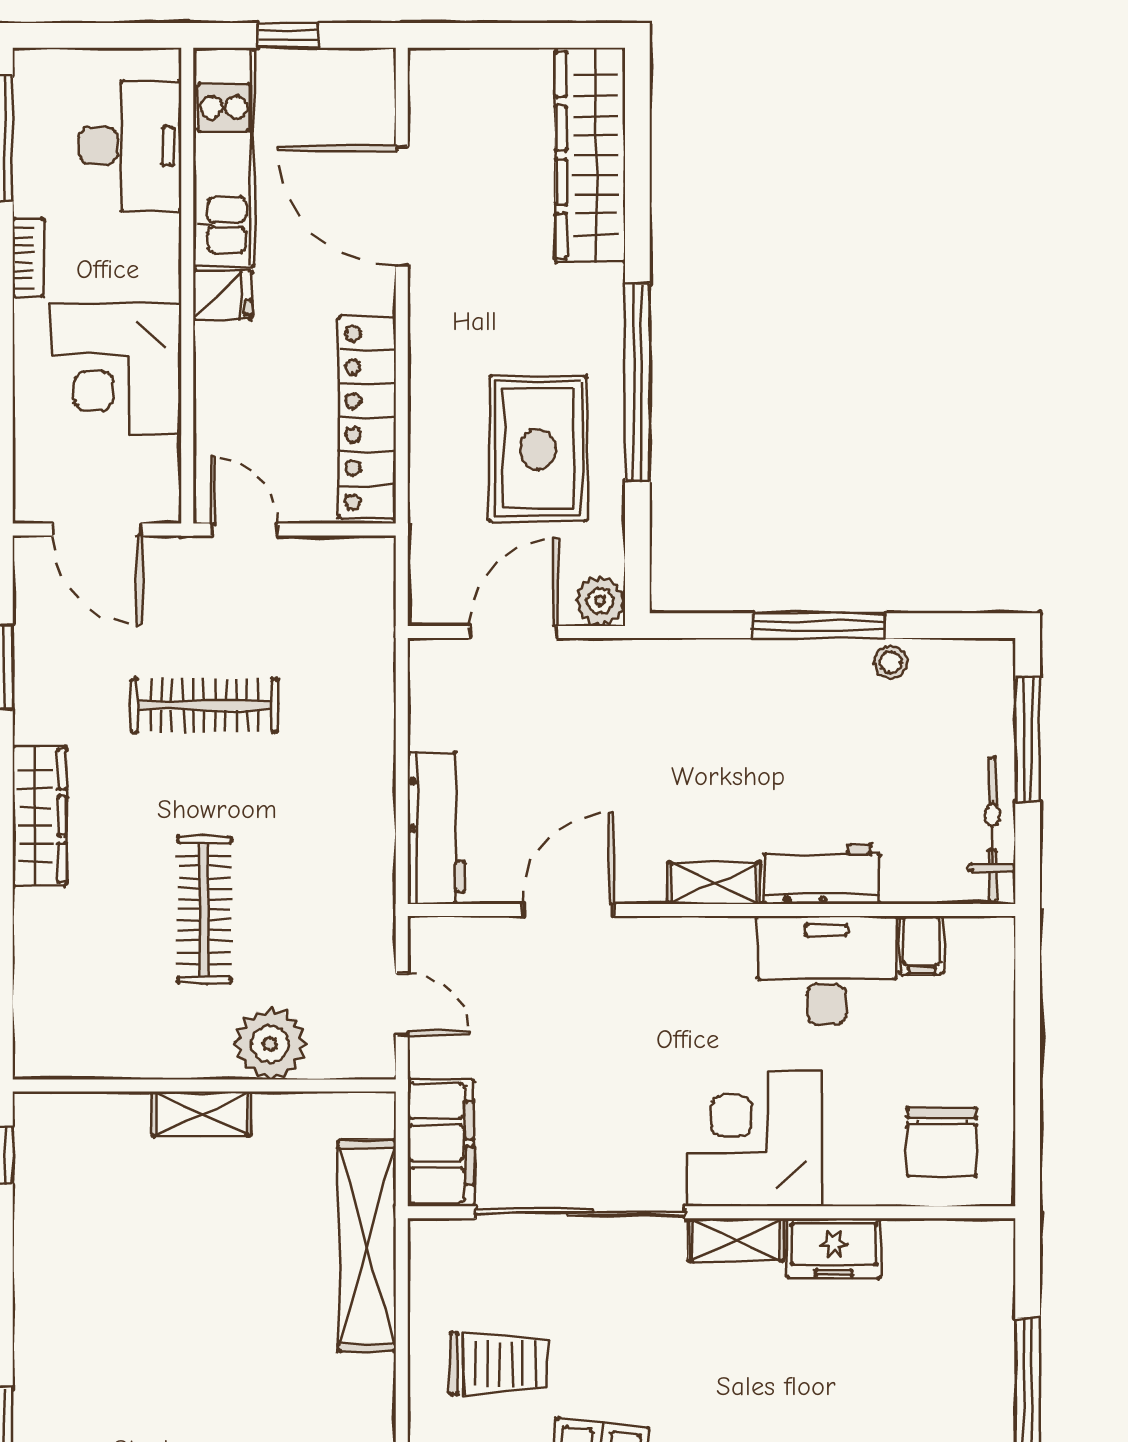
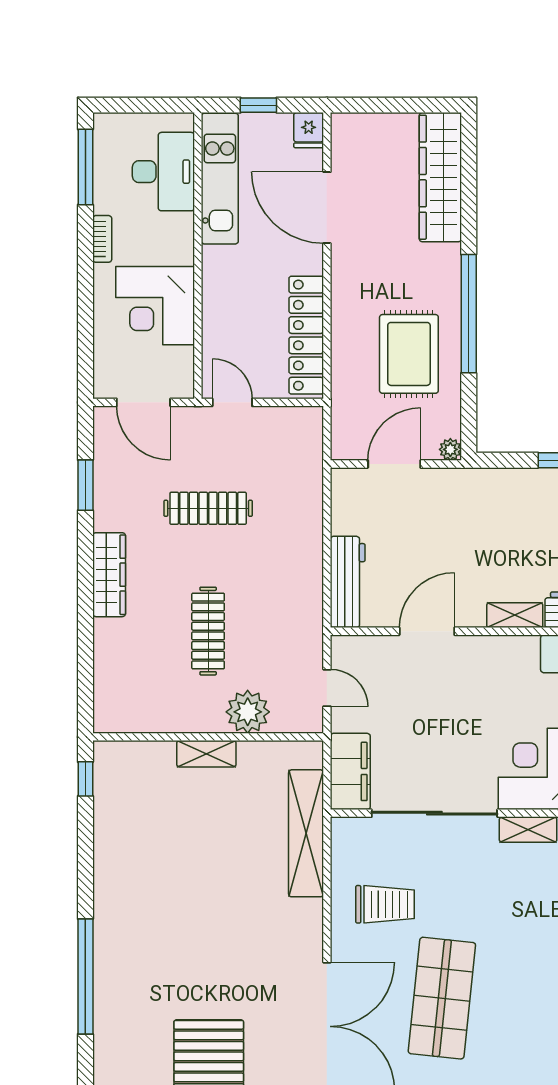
fridge: (222, 295) -> (309, 130), moved, turned 90
plant: (600, 601) -> (450, 449), width x0.73, depth x0.73

